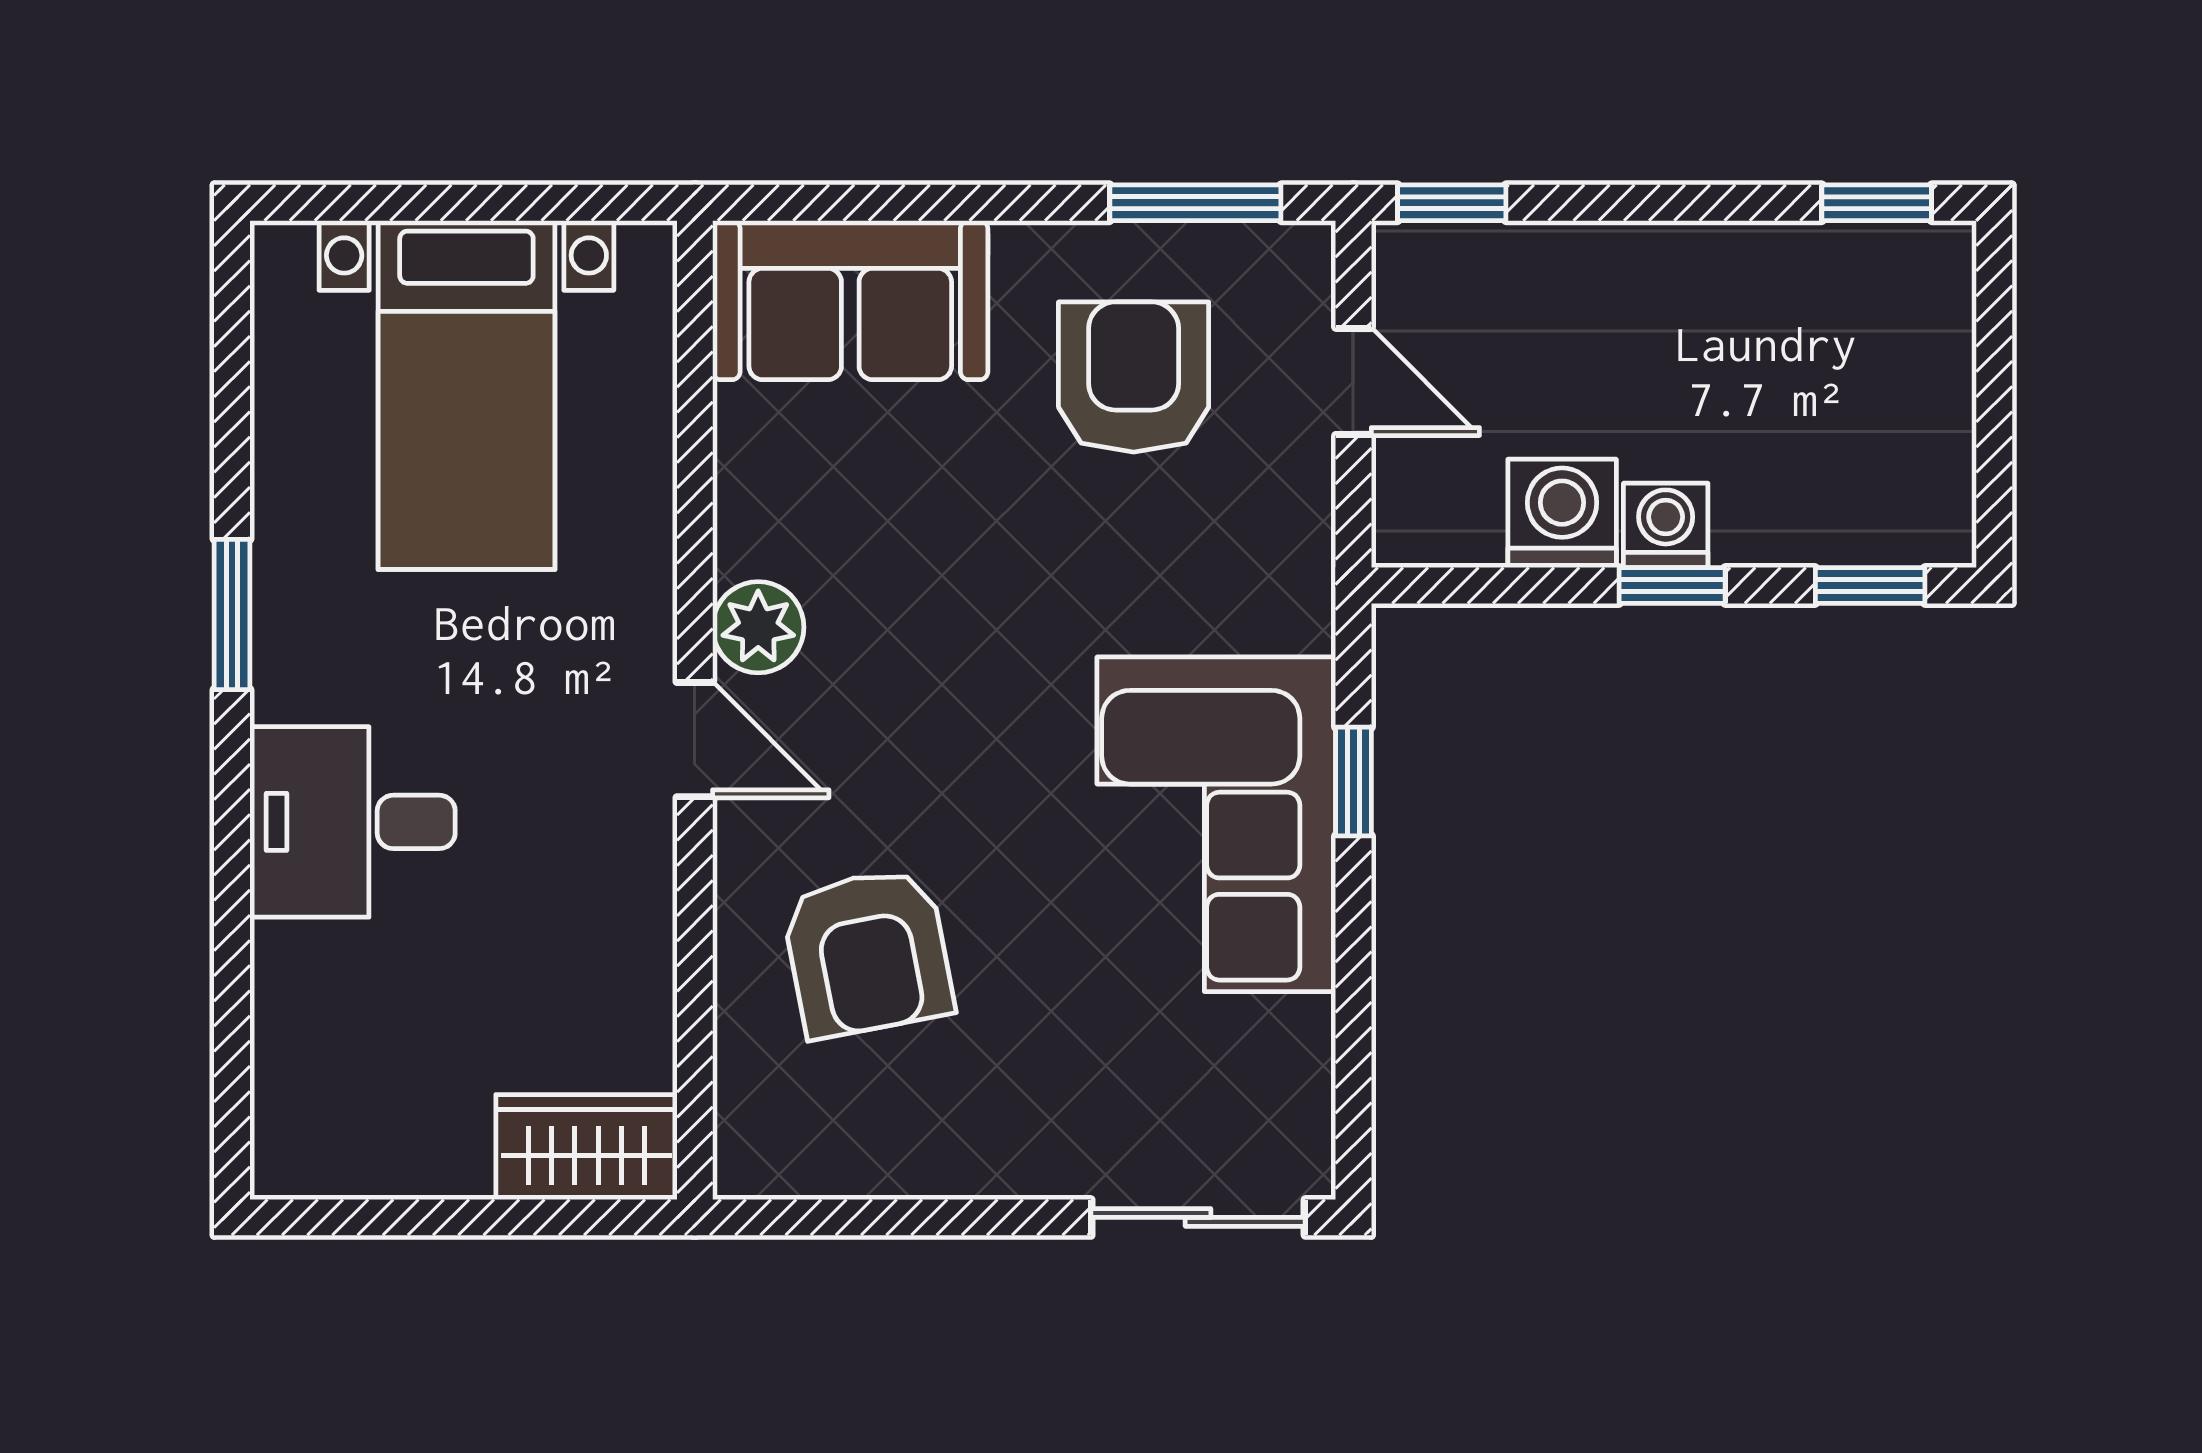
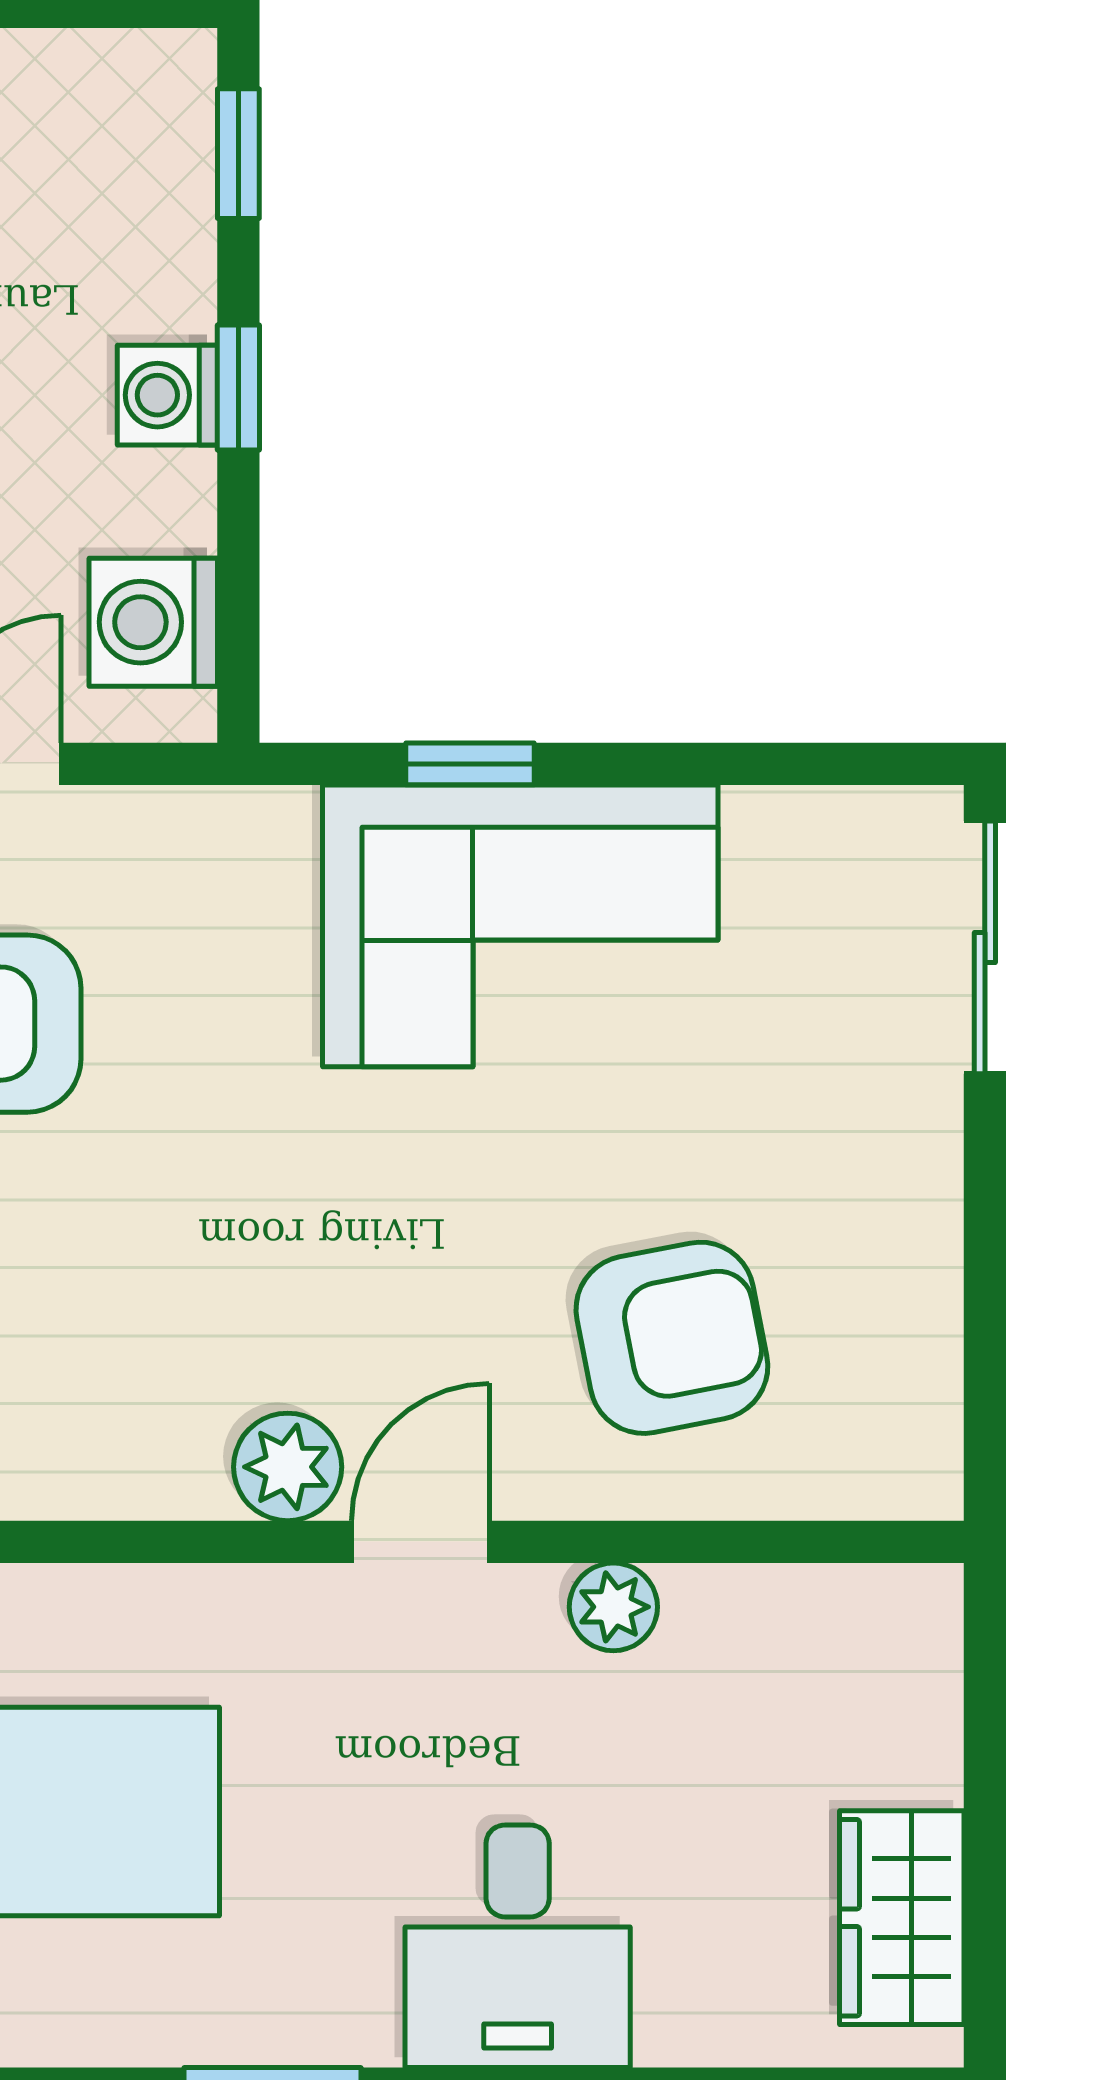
washing machine: (1562, 513) -> (153, 622), moved
plant: (640, 903) -> (613, 1607), added
wardrobe: (586, 1147) -> (902, 1918), moved

